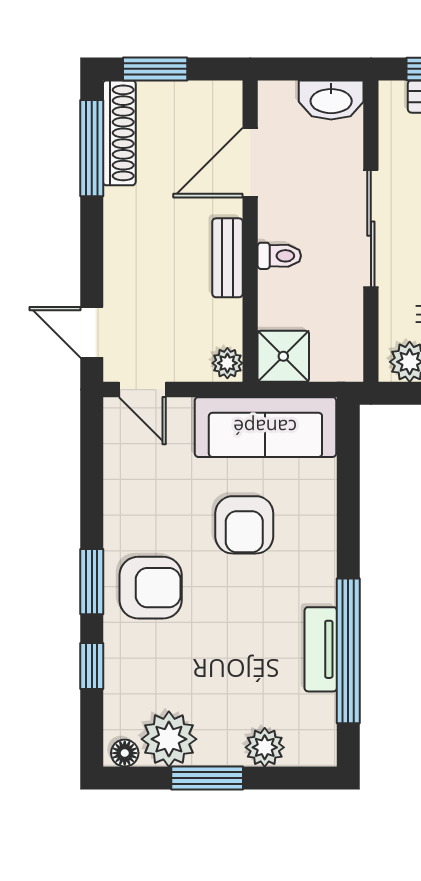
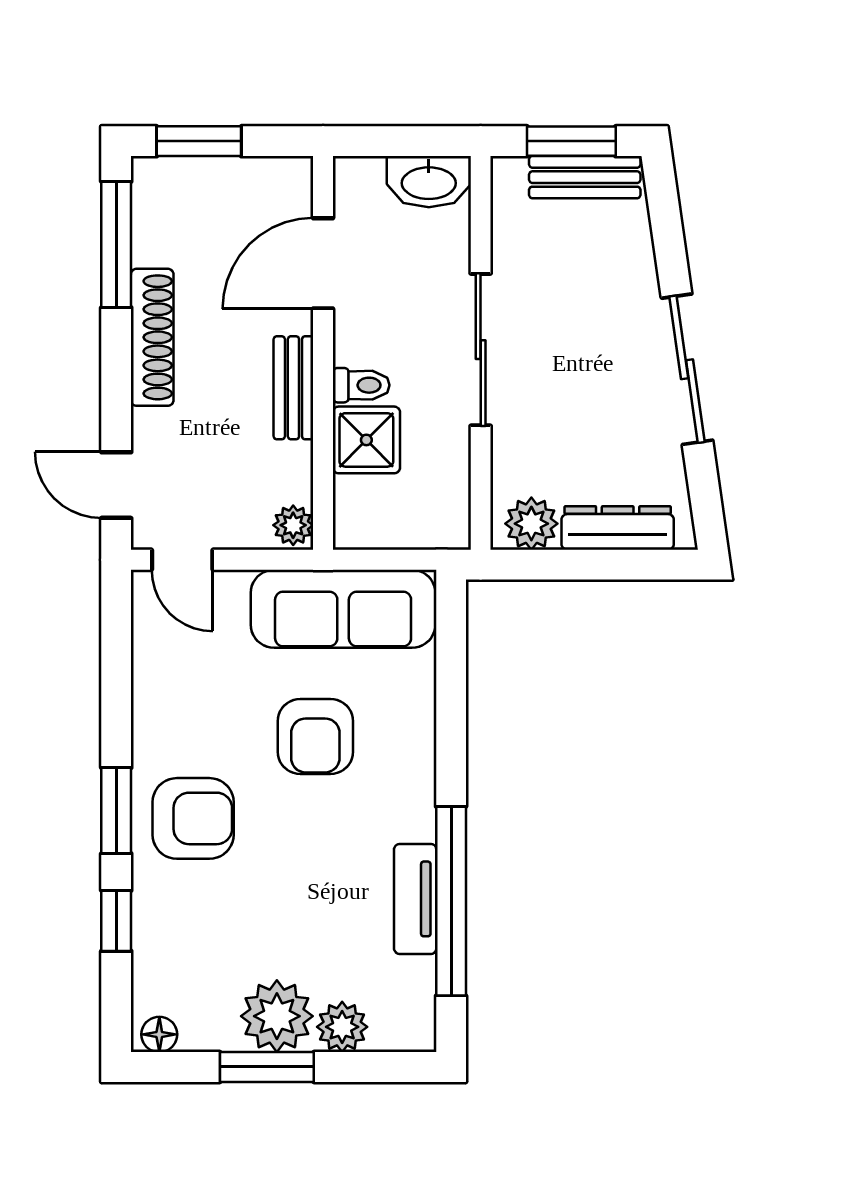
shoe rack: (119, 133) -> (152, 337), moved
shower: (283, 356) -> (366, 440), moved
plant: (169, 739) -> (277, 1016), moved

